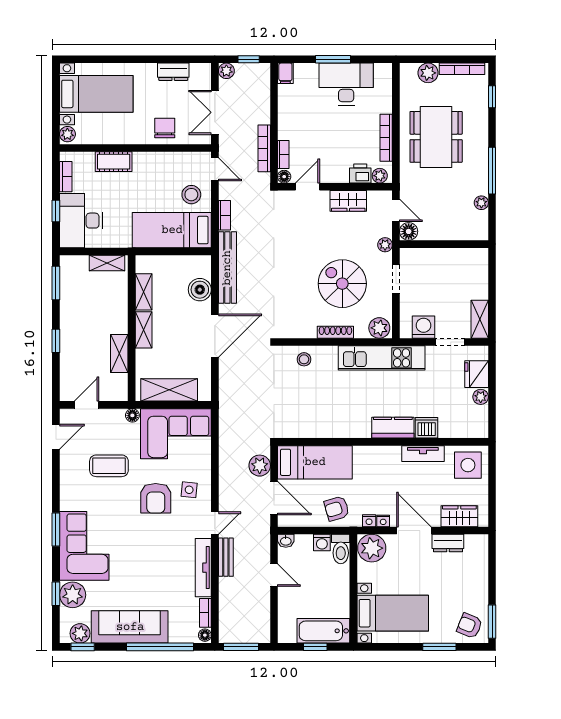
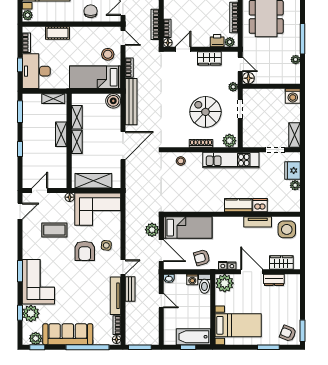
boiler: (200, 290) -> (113, 101), moved
washing machine: (424, 327) -> (293, 96), moved, turned 180
shelving: (119, 353) -> (61, 134), moved

